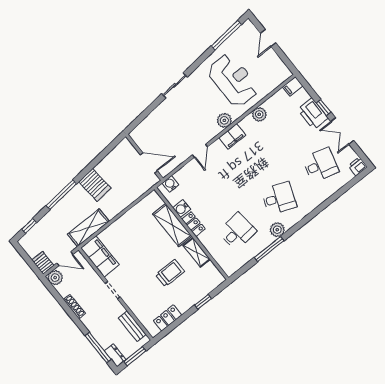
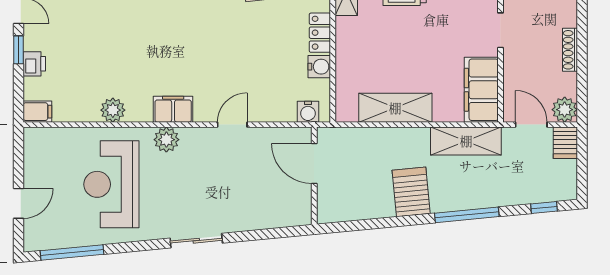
printer: (313, 114) -> (34, 64), width x0.53, depth x0.68
shelving: (172, 225) -> (395, 108), moved, turned 90

